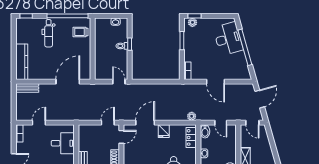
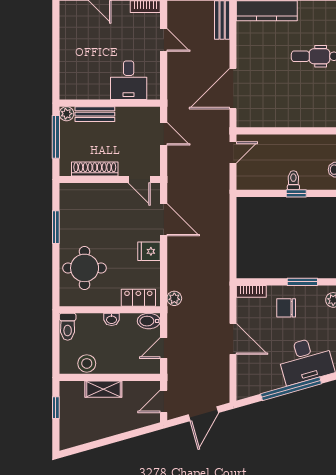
trolley: (81, 32) -> (317, 110), removed
chair: (197, 50) -> (286, 308), added
door: (68, 82) -> (233, 89), swing flipped
door: (119, 82) -> (233, 153), moved
door: (215, 82) -> (233, 339), swing flipped
door: (260, 99) -> (203, 414), hinge flipped
door: (108, 123) -> (164, 134), moved

